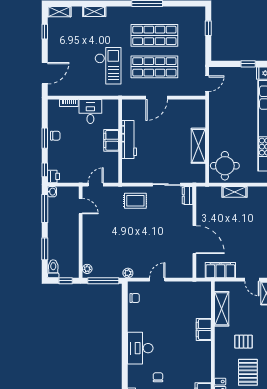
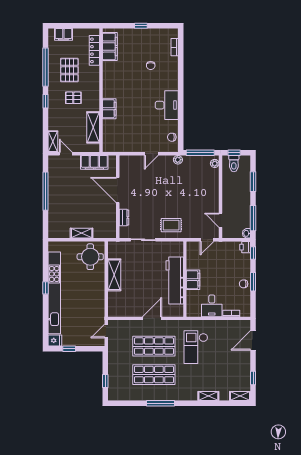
workbench: (129, 140) -> (175, 280), width x1.36, depth x1.32
dresser: (188, 195) -> (124, 217), moved
toilet: (53, 269) -> (234, 164), moved
desk: (140, 348) -> (167, 105), moved

